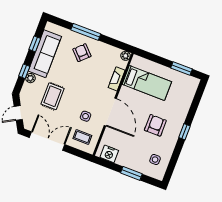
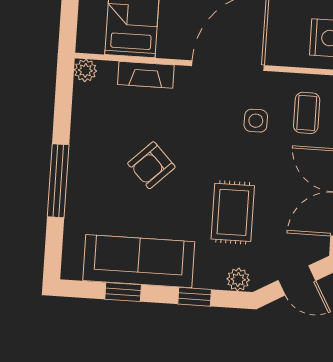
armchair: (82, 53) -> (151, 165), moved
plant: (30, 78) -> (238, 279), moved
rug: (53, 96) -> (233, 212), turned 90

